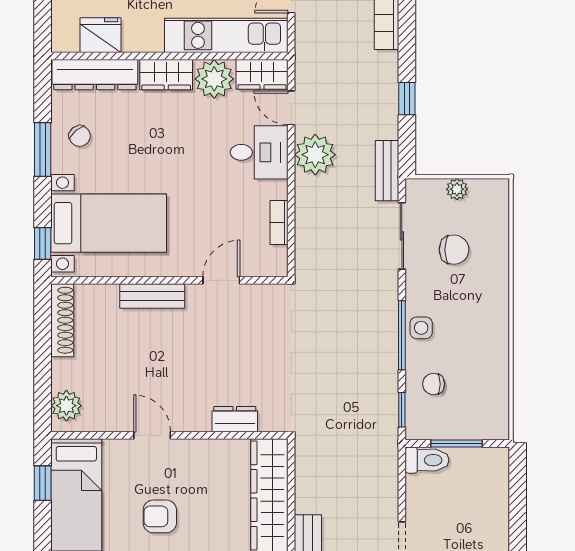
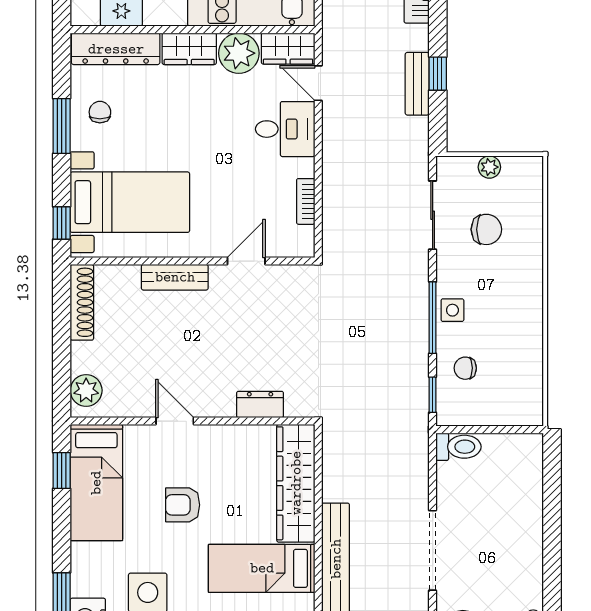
chair: (80, 136) -> (100, 112), turned -140
plant: (315, 155) -> (343, 131), removed
bench: (387, 171) -> (417, 84), moved
window: (456, 444) -> (489, 430), removed

